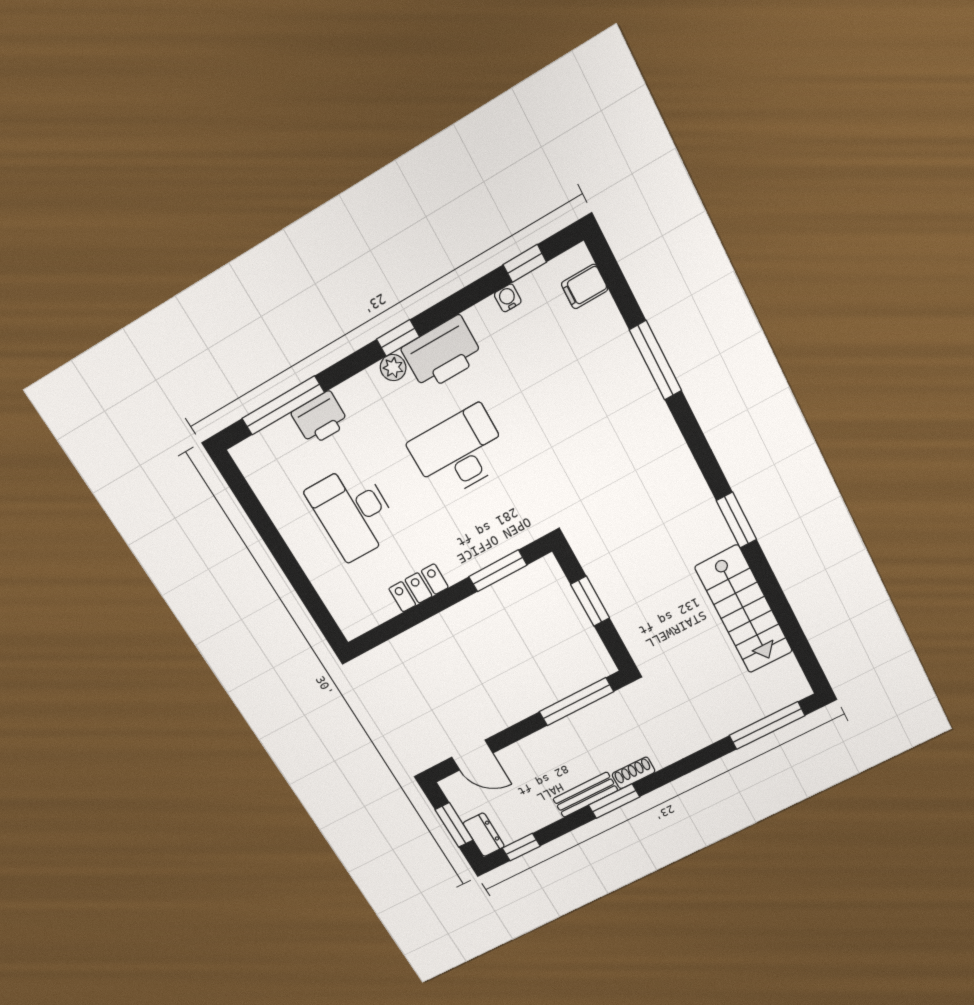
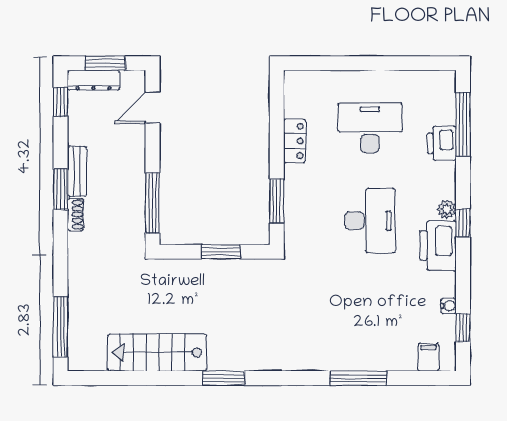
dresser: (484, 835) -> (93, 80), width x1.44

